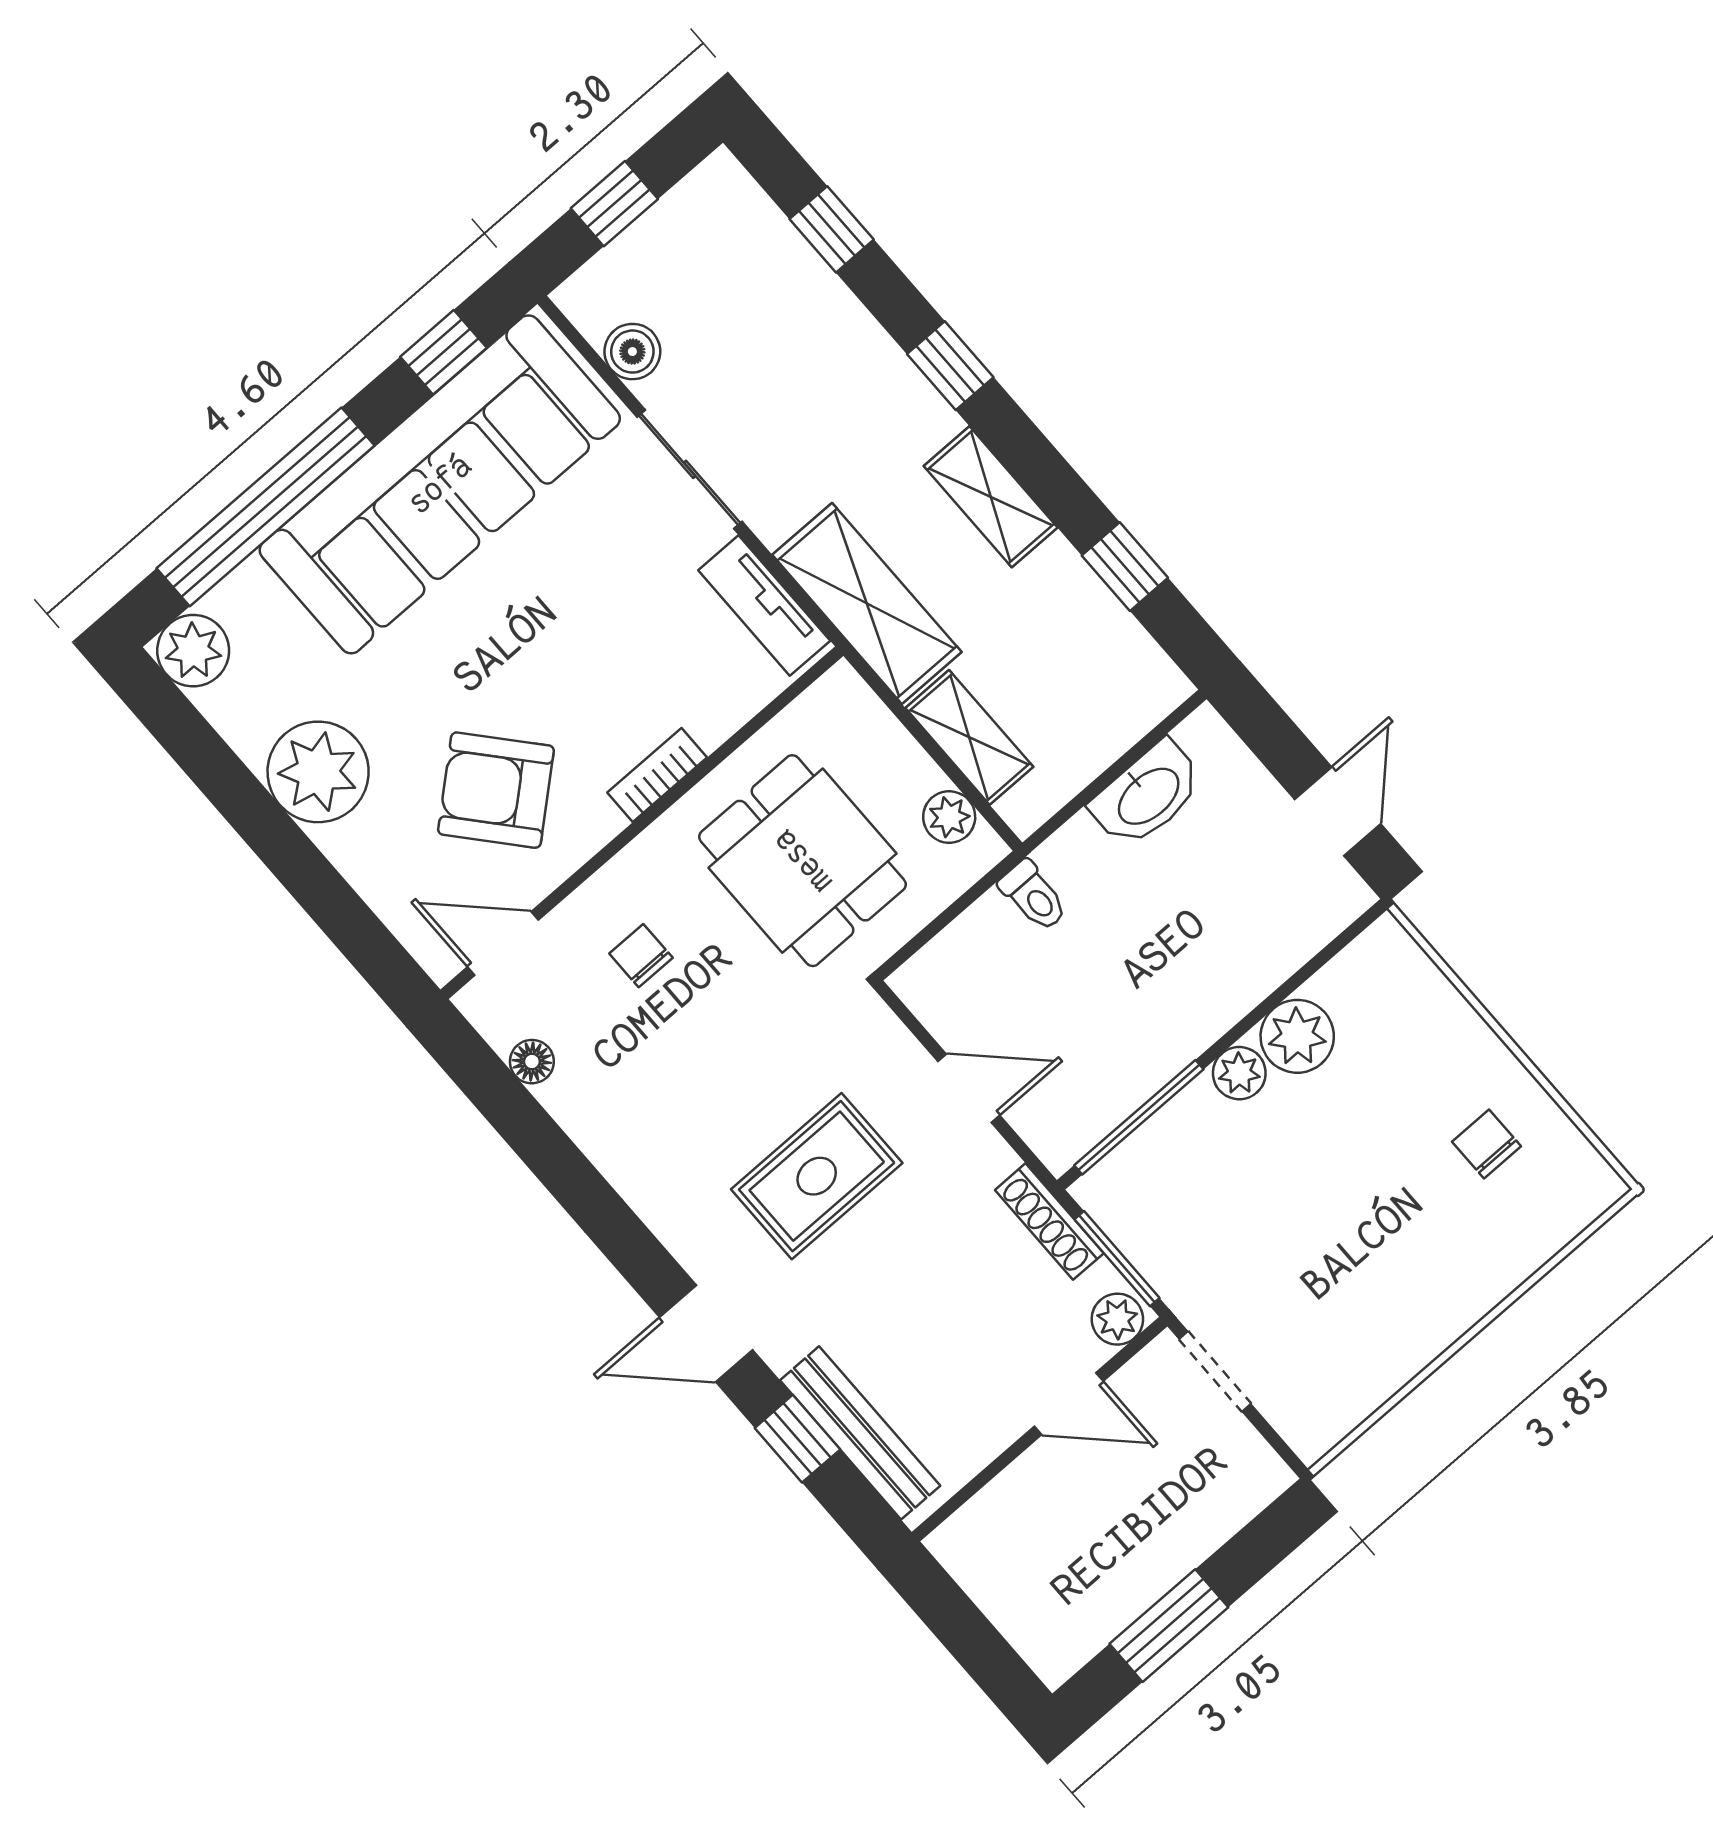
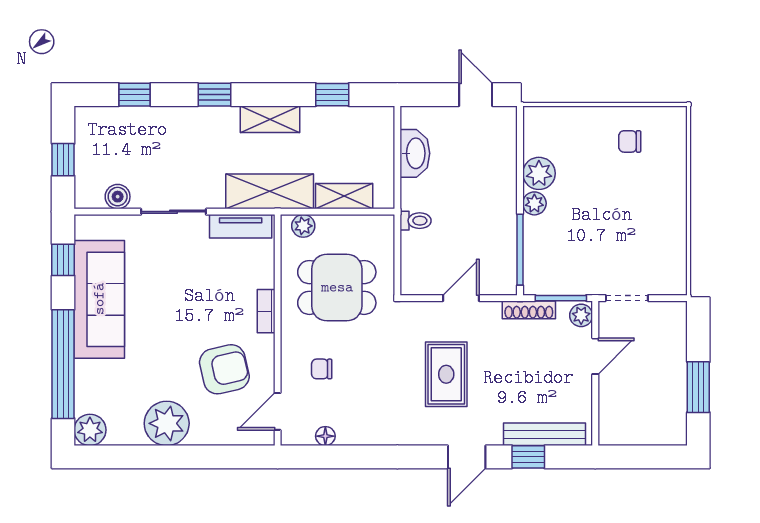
sofa: (440, 484) -> (99, 299), width x0.74, depth x0.79
armchair: (496, 790) -> (224, 369), turned -152
plant: (949, 817) -> (303, 226), moved

